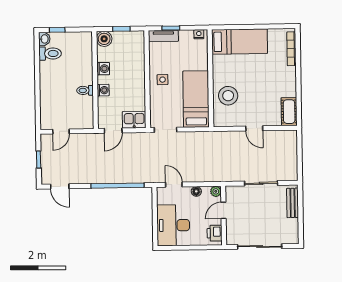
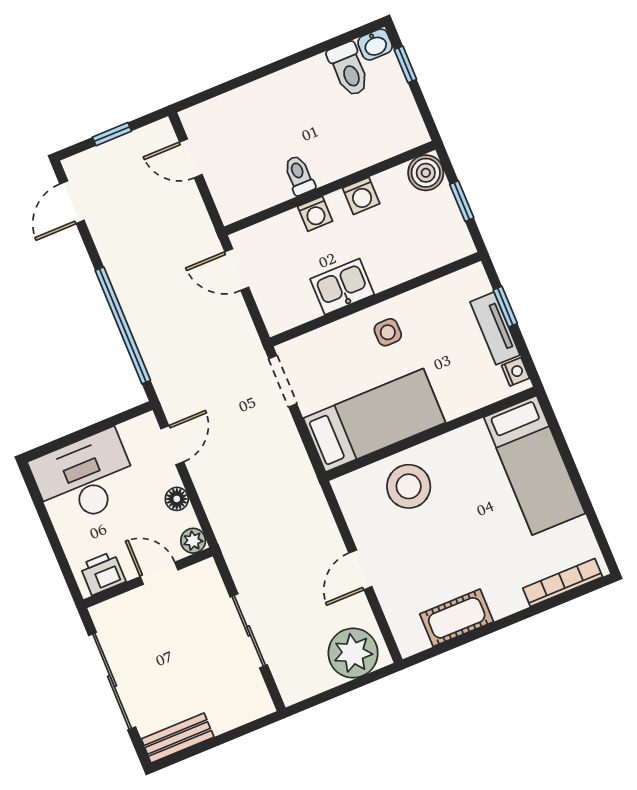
tv unit: (163, 36) -> (495, 328), moved
cot: (289, 112) -> (457, 618), moved
kitchen sink: (134, 120) -> (342, 287), moved, turned -90
plant: (287, 145) -> (353, 653), added
bench: (293, 203) -> (178, 738), moved

